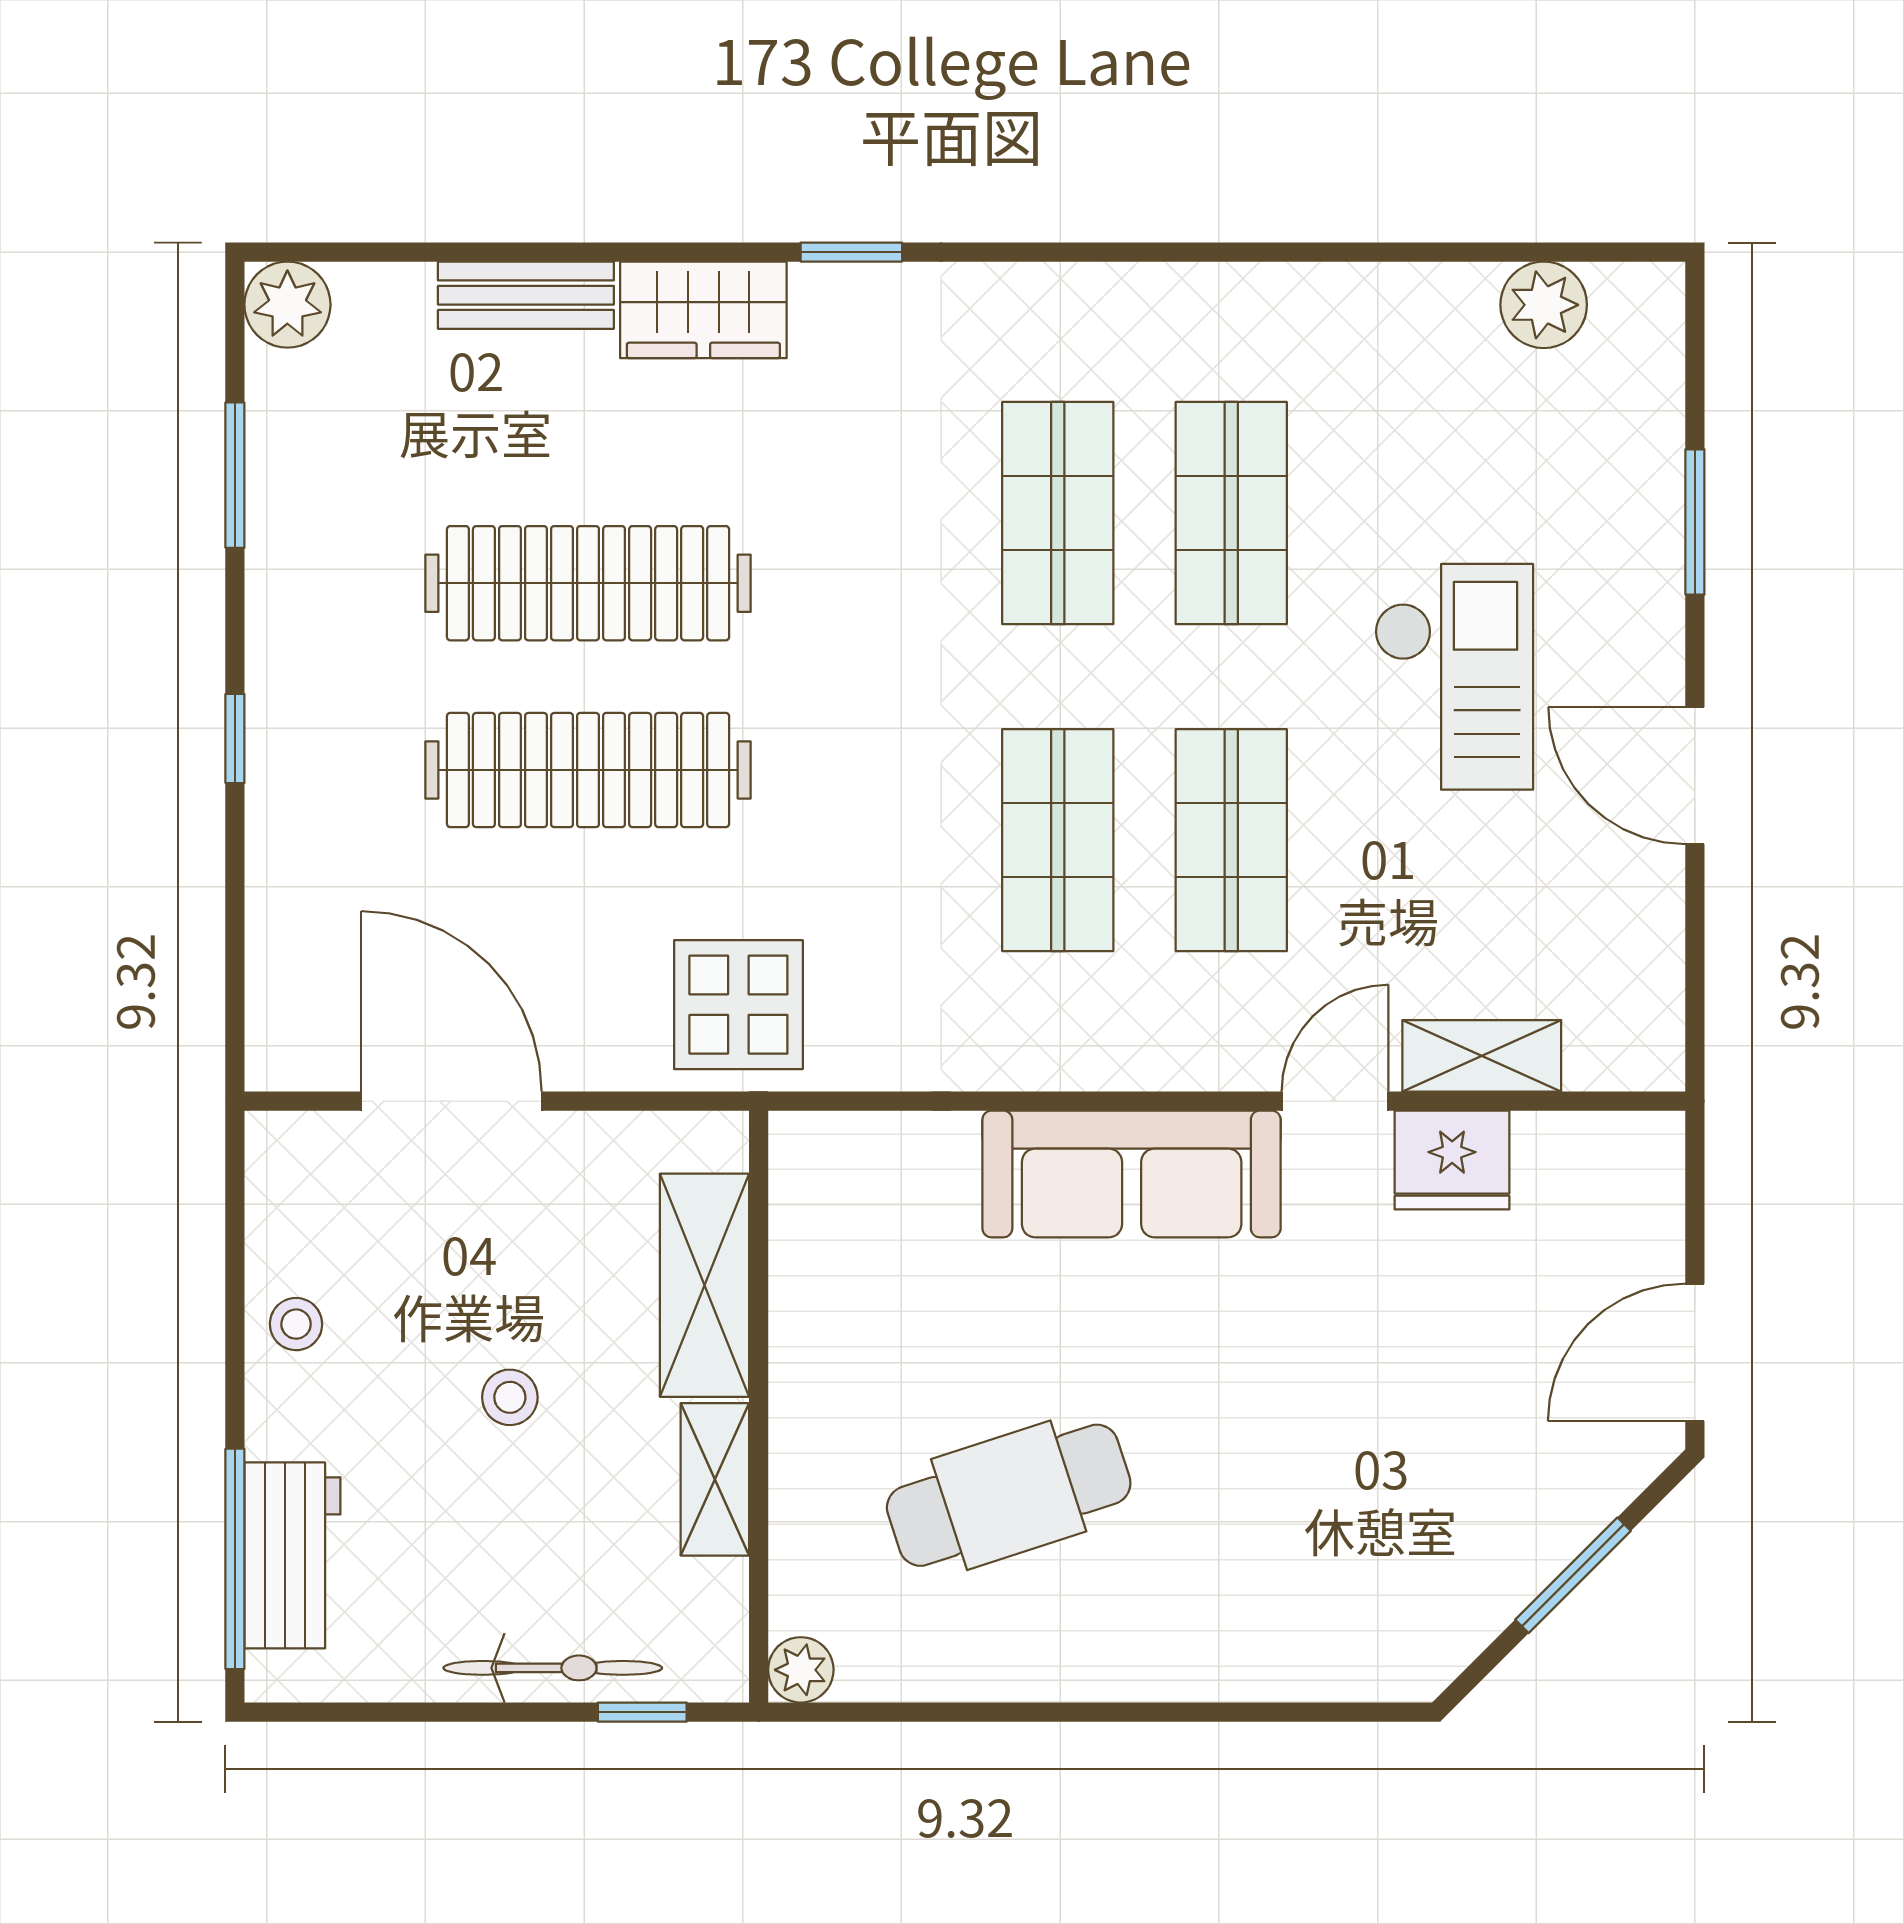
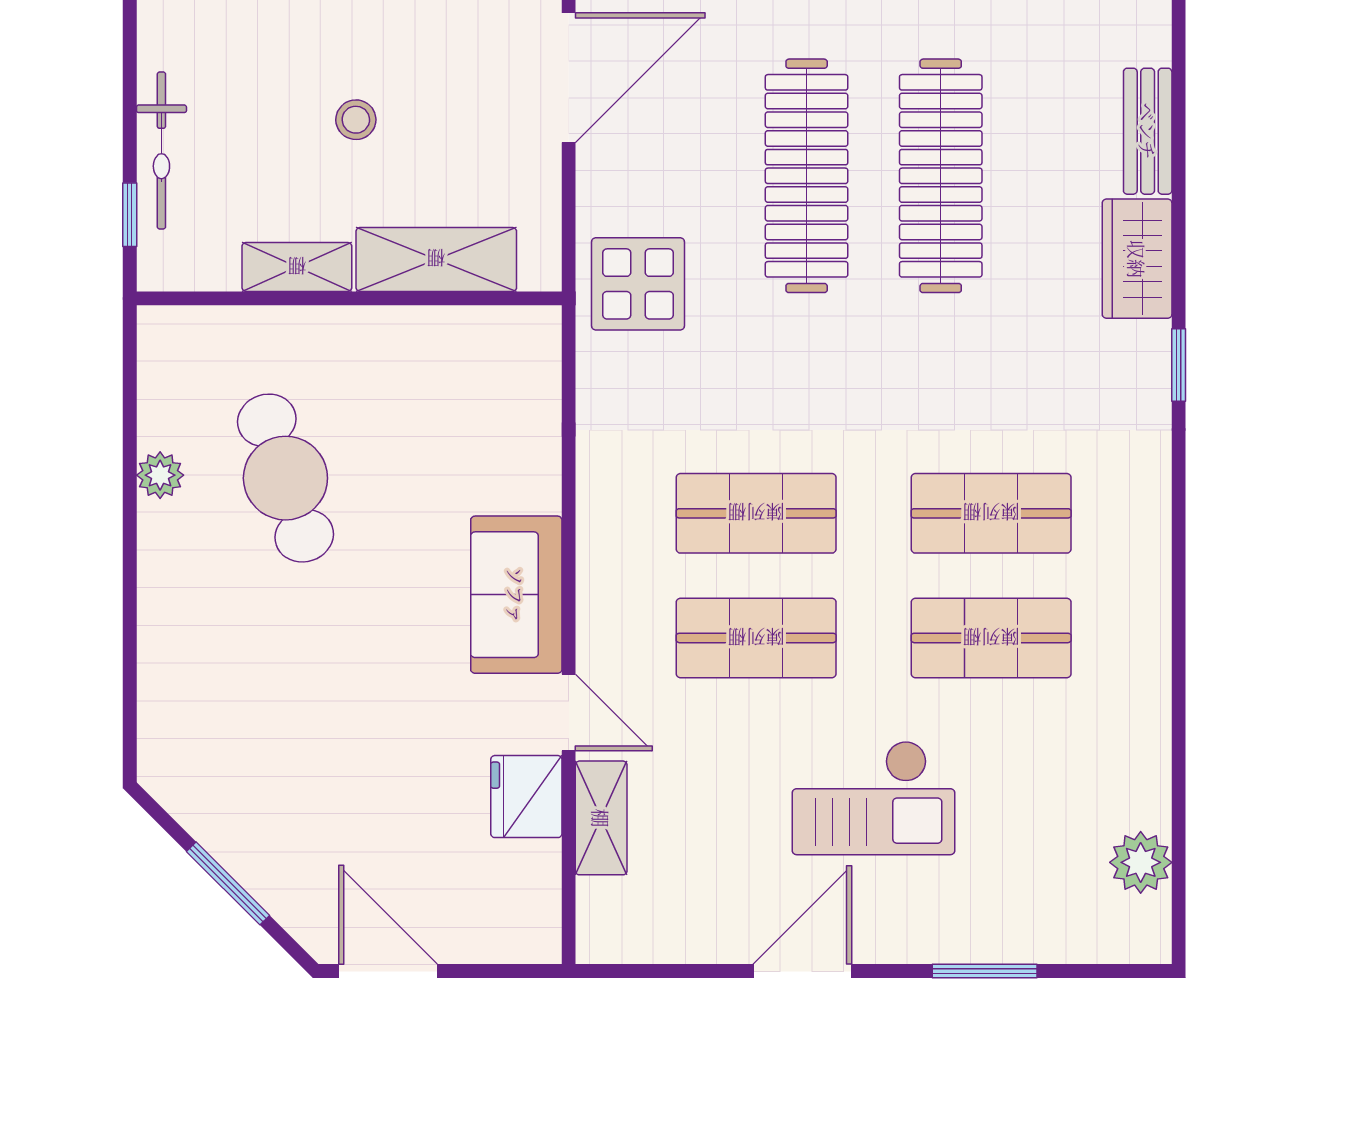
sofa: (1132, 1174) -> (516, 595), width x0.73
plant: (801, 1670) -> (160, 475), moved

